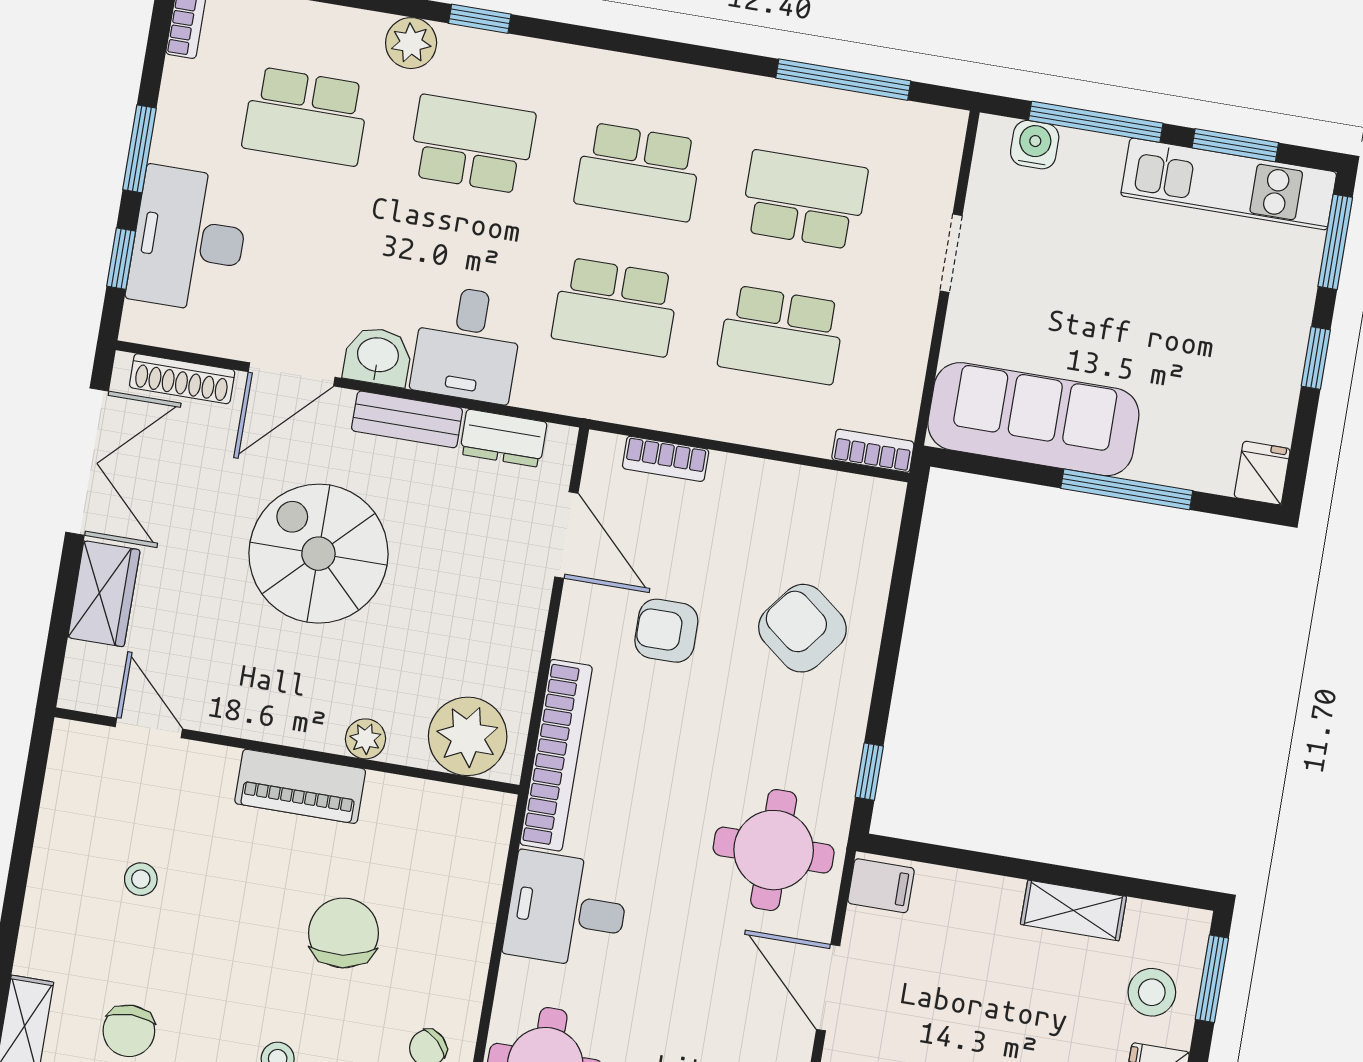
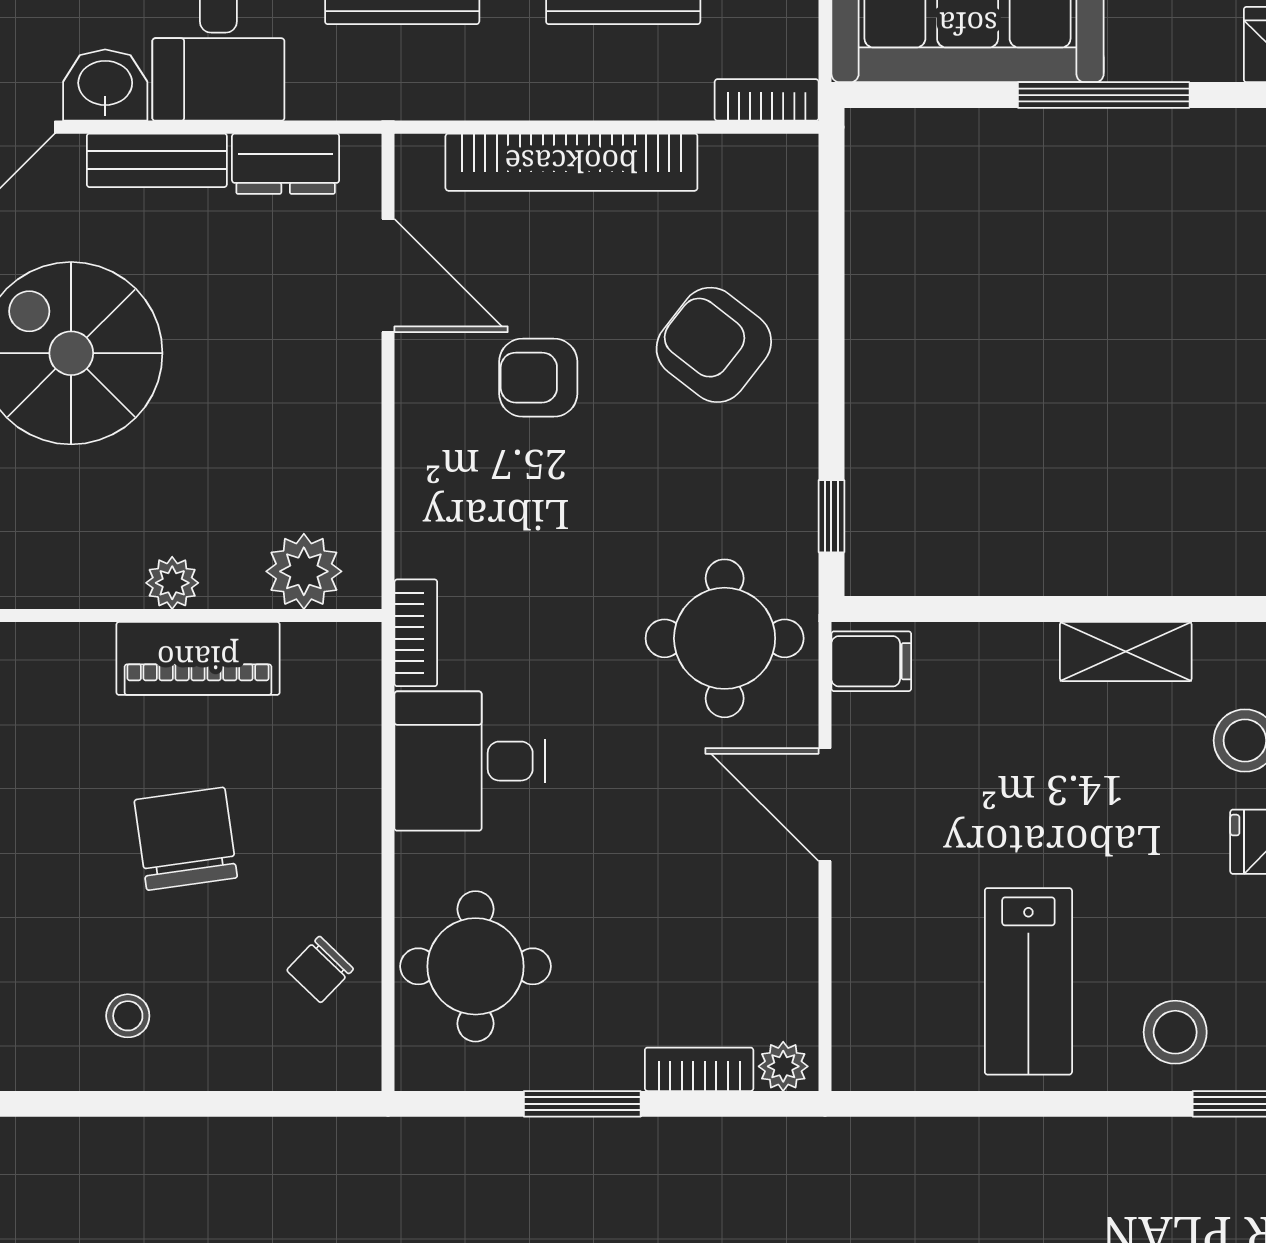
bookcase: (666, 459) -> (571, 162), width x2.31, depth x1.31
plant: (468, 736) -> (304, 571), width x0.73, depth x0.73
bookcase: (556, 755) -> (416, 633), width x0.43, depth x0.76
piano: (300, 786) -> (198, 658), moved

